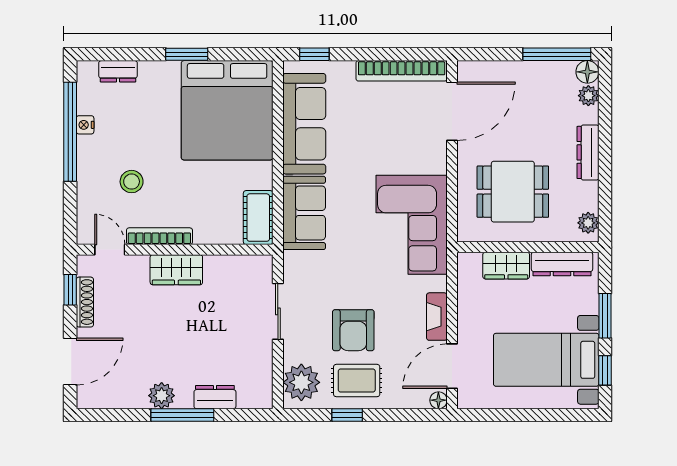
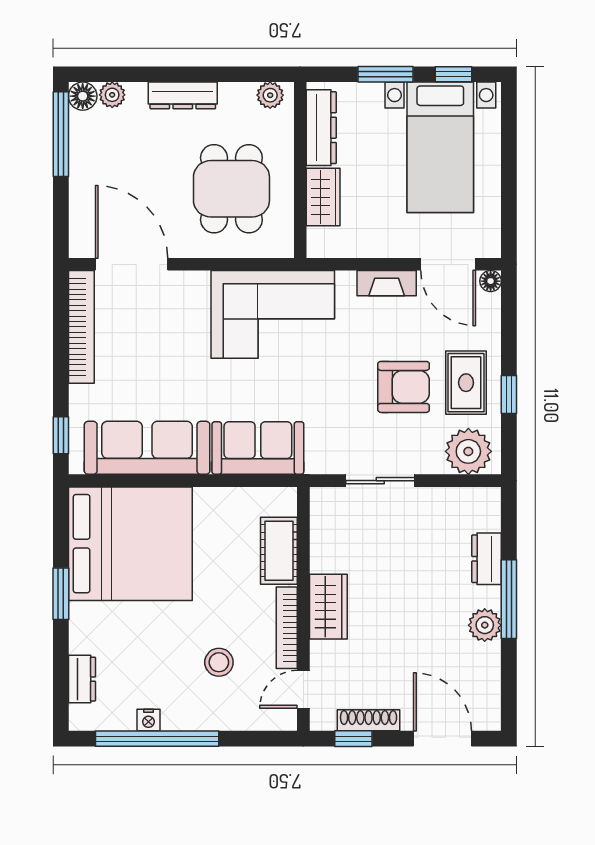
cot: (258, 218) -> (279, 551), moved, turned 90

